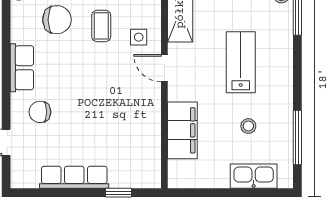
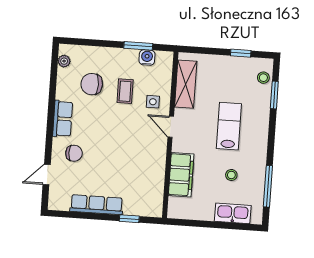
chair: (57, 20) -> (92, 84), turned 180
chair: (40, 112) -> (74, 153), turned 180

